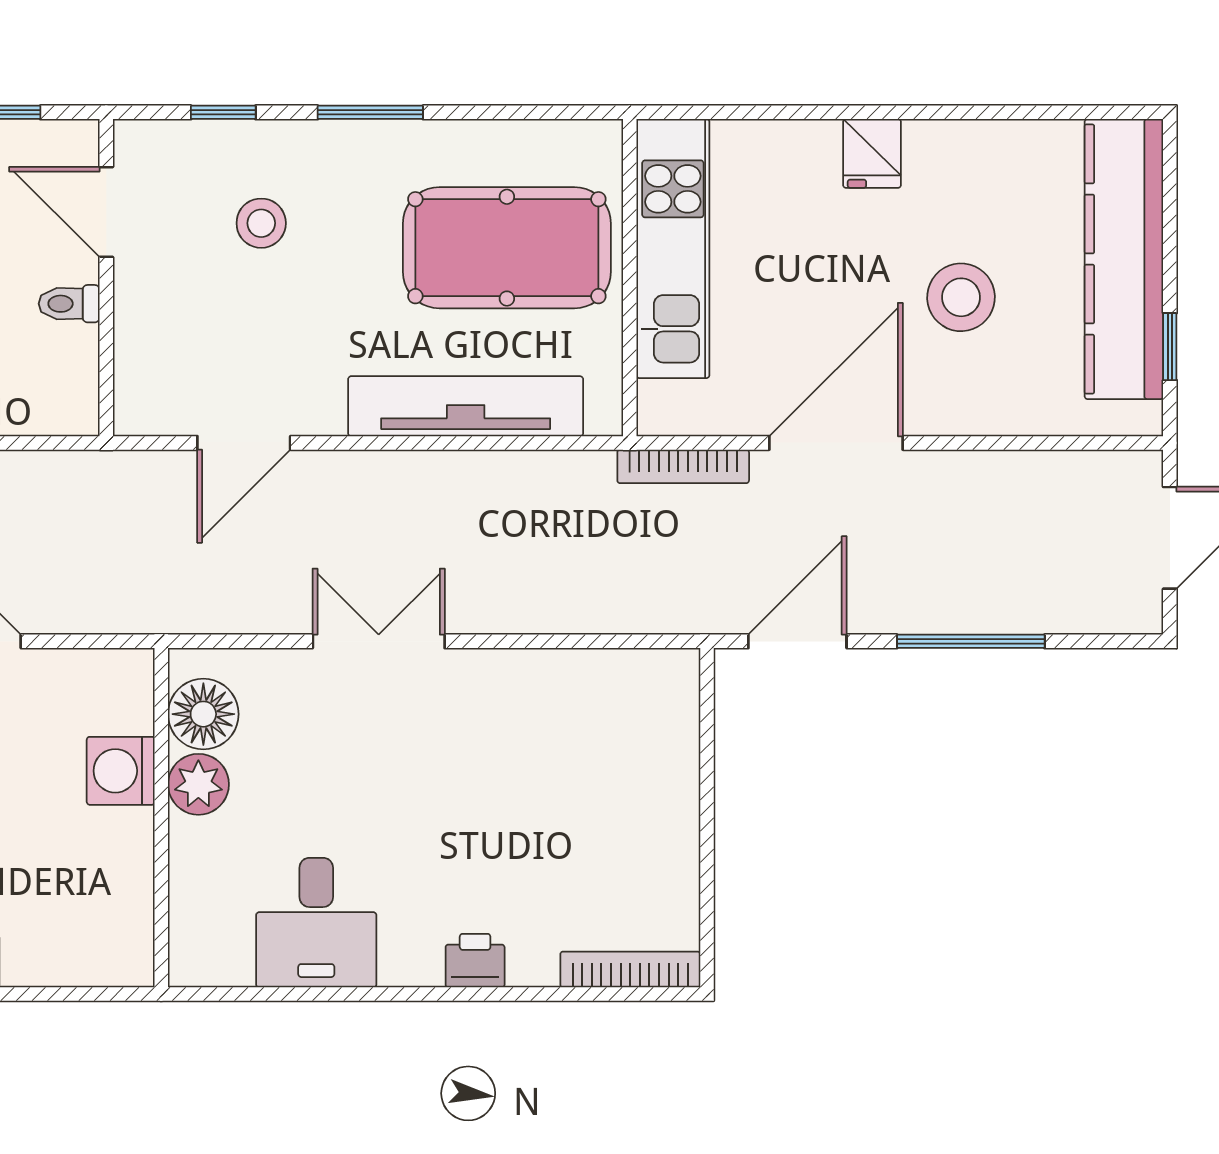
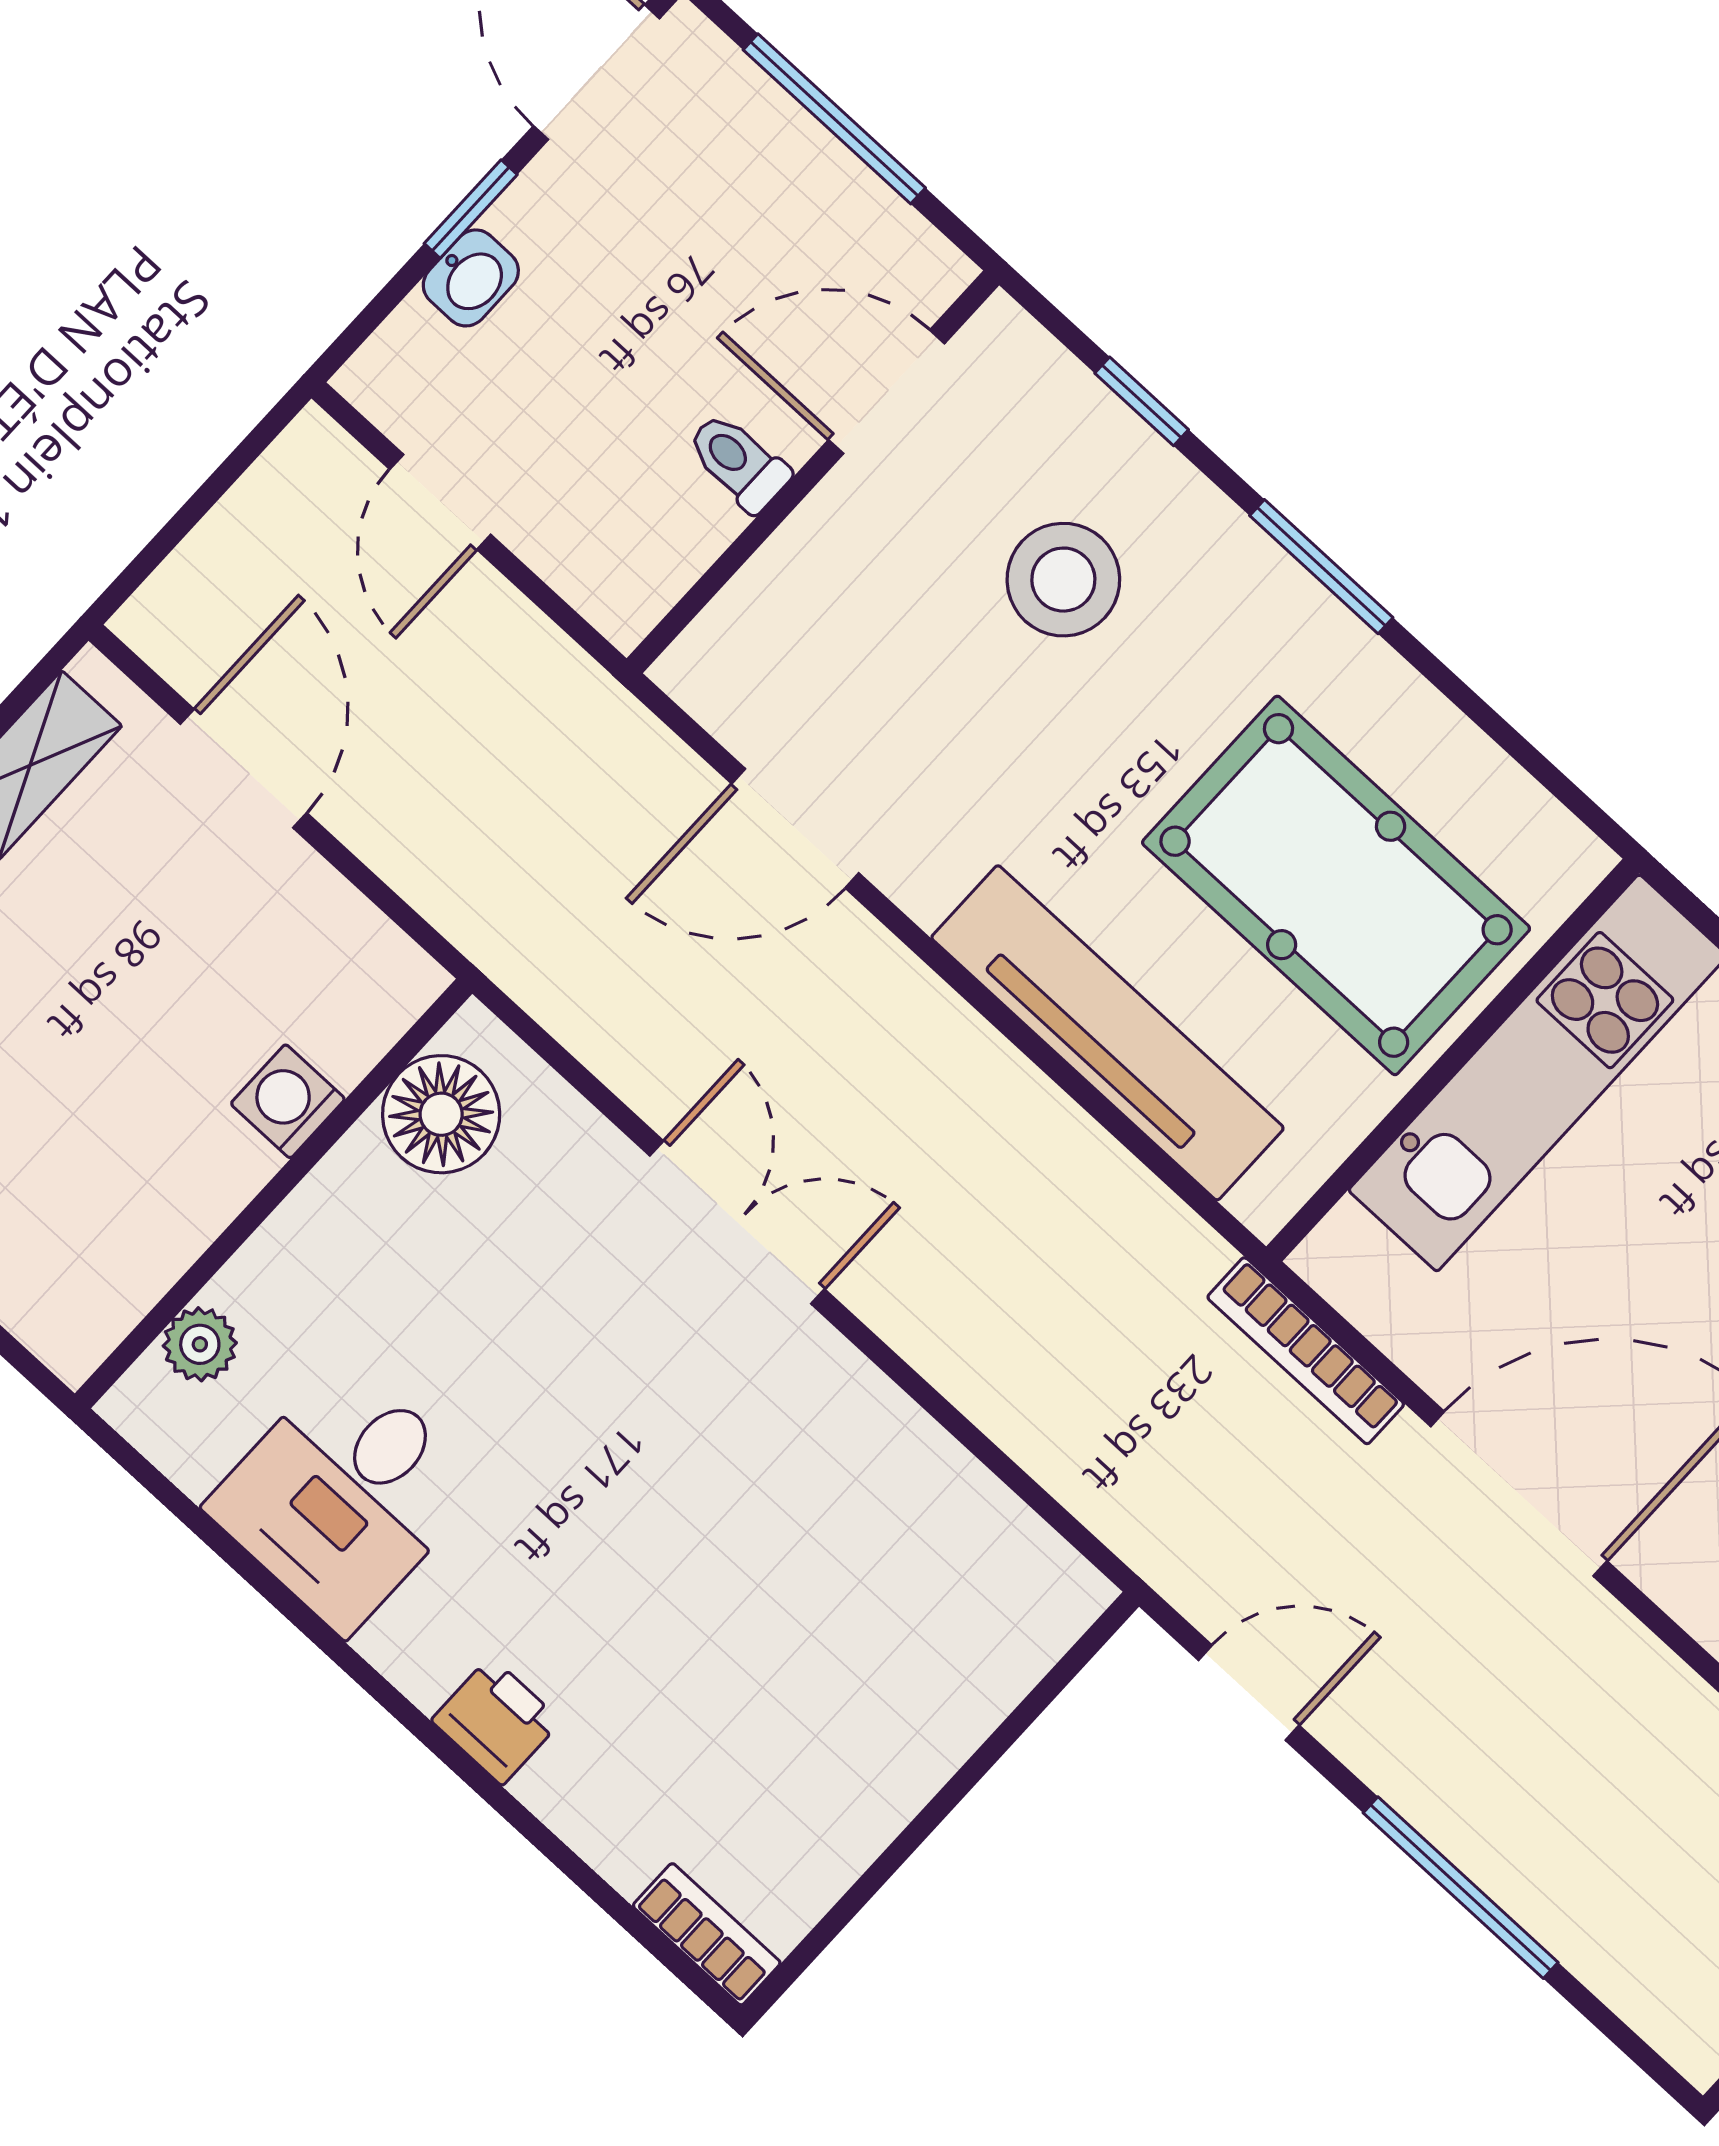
door: (106, 212) -> (887, 392), hinge flipped
stool: (261, 223) -> (1063, 580), width x1.38, depth x1.38
door: (797, 641) -> (1249, 1693), width x0.73
washing machine: (121, 771) -> (288, 1101), width x0.73, depth x0.73
plant: (198, 784) -> (200, 1344), moved, width x0.73, depth x0.73
bookcase: (630, 969) -> (707, 1934), width x0.64

